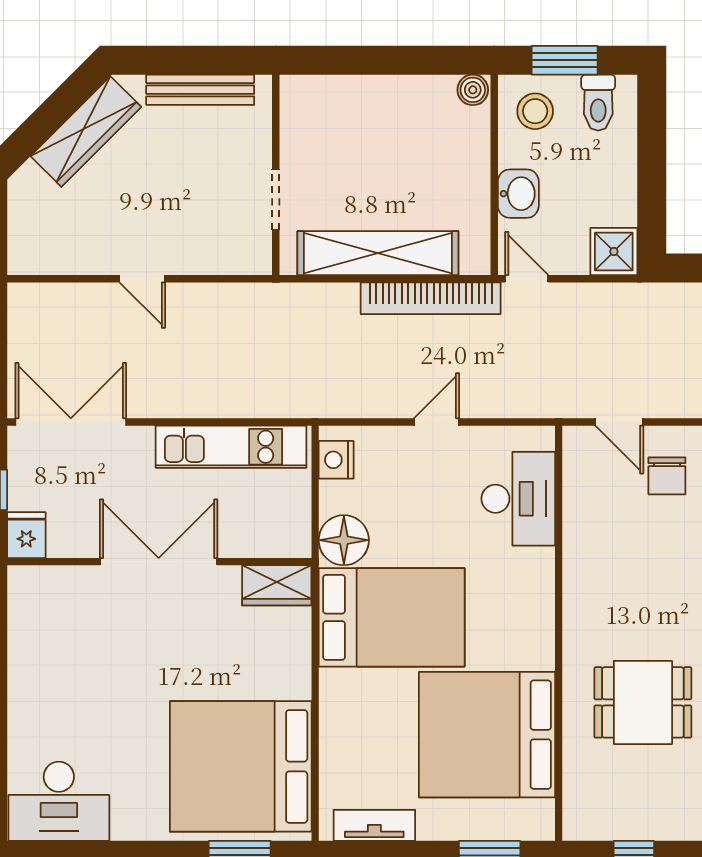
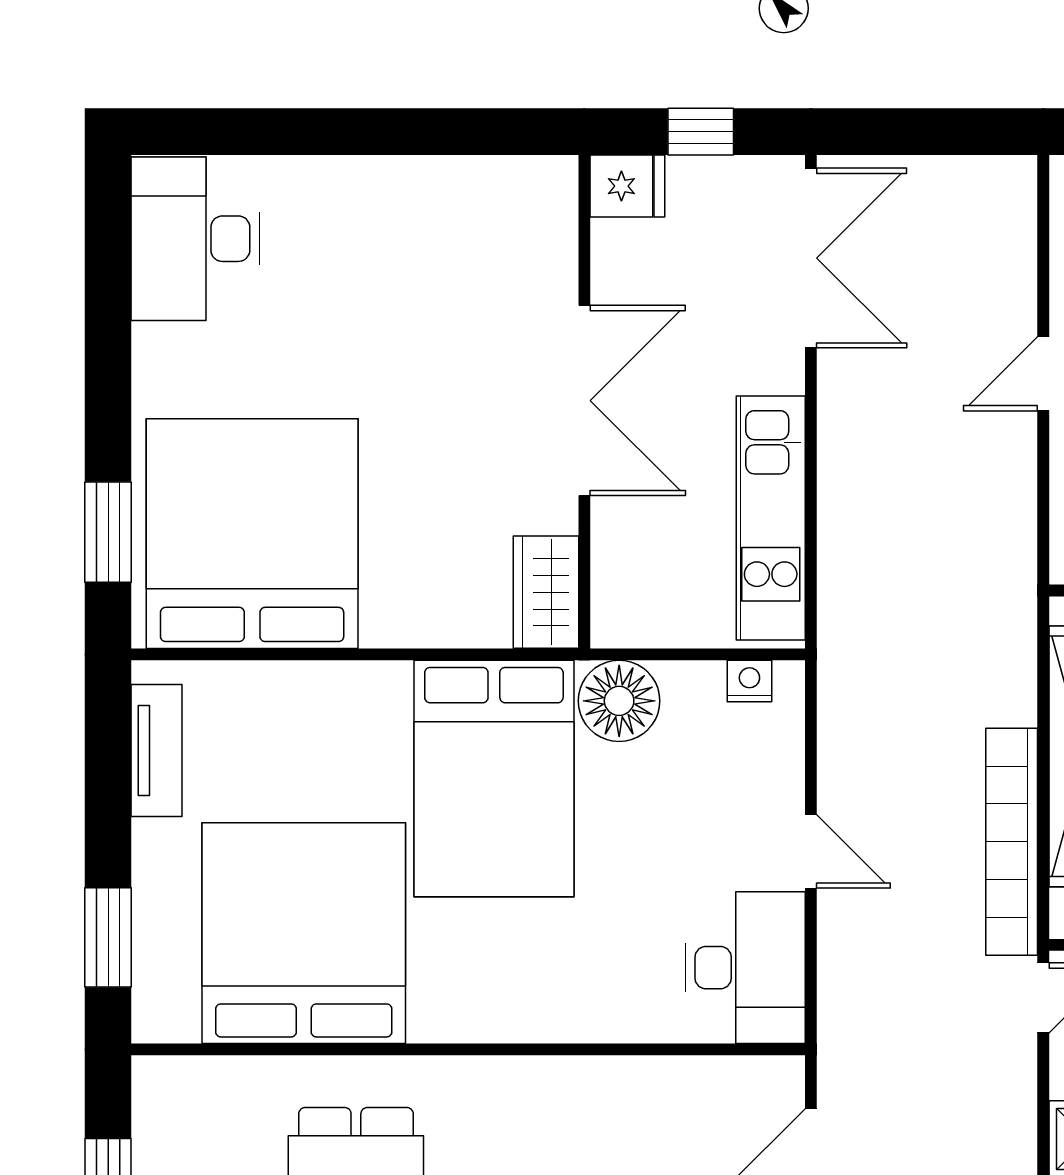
nightstand: (336, 460) -> (749, 681), width x0.72, depth x0.74
desk: (518, 499) -> (745, 968), moved, turned -90

